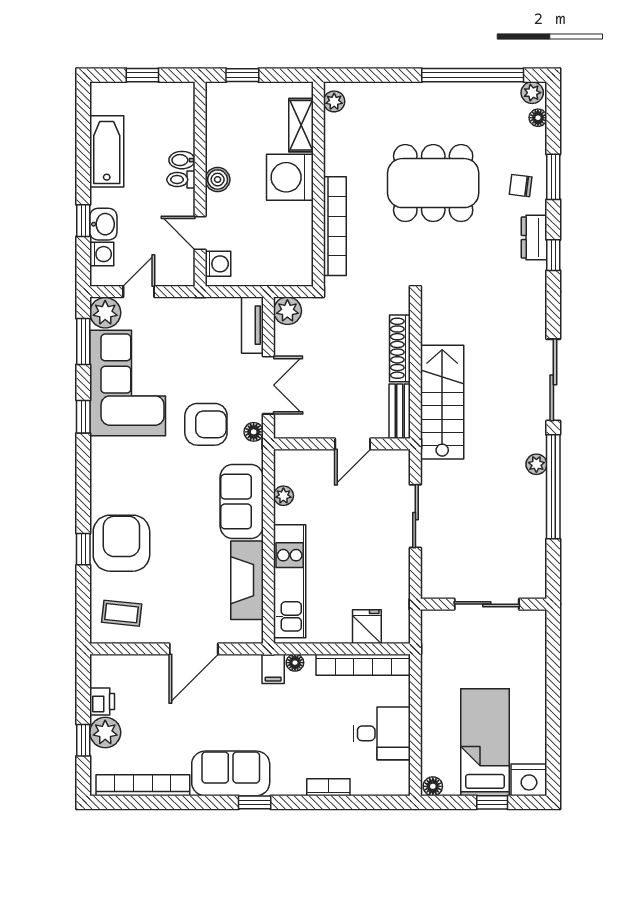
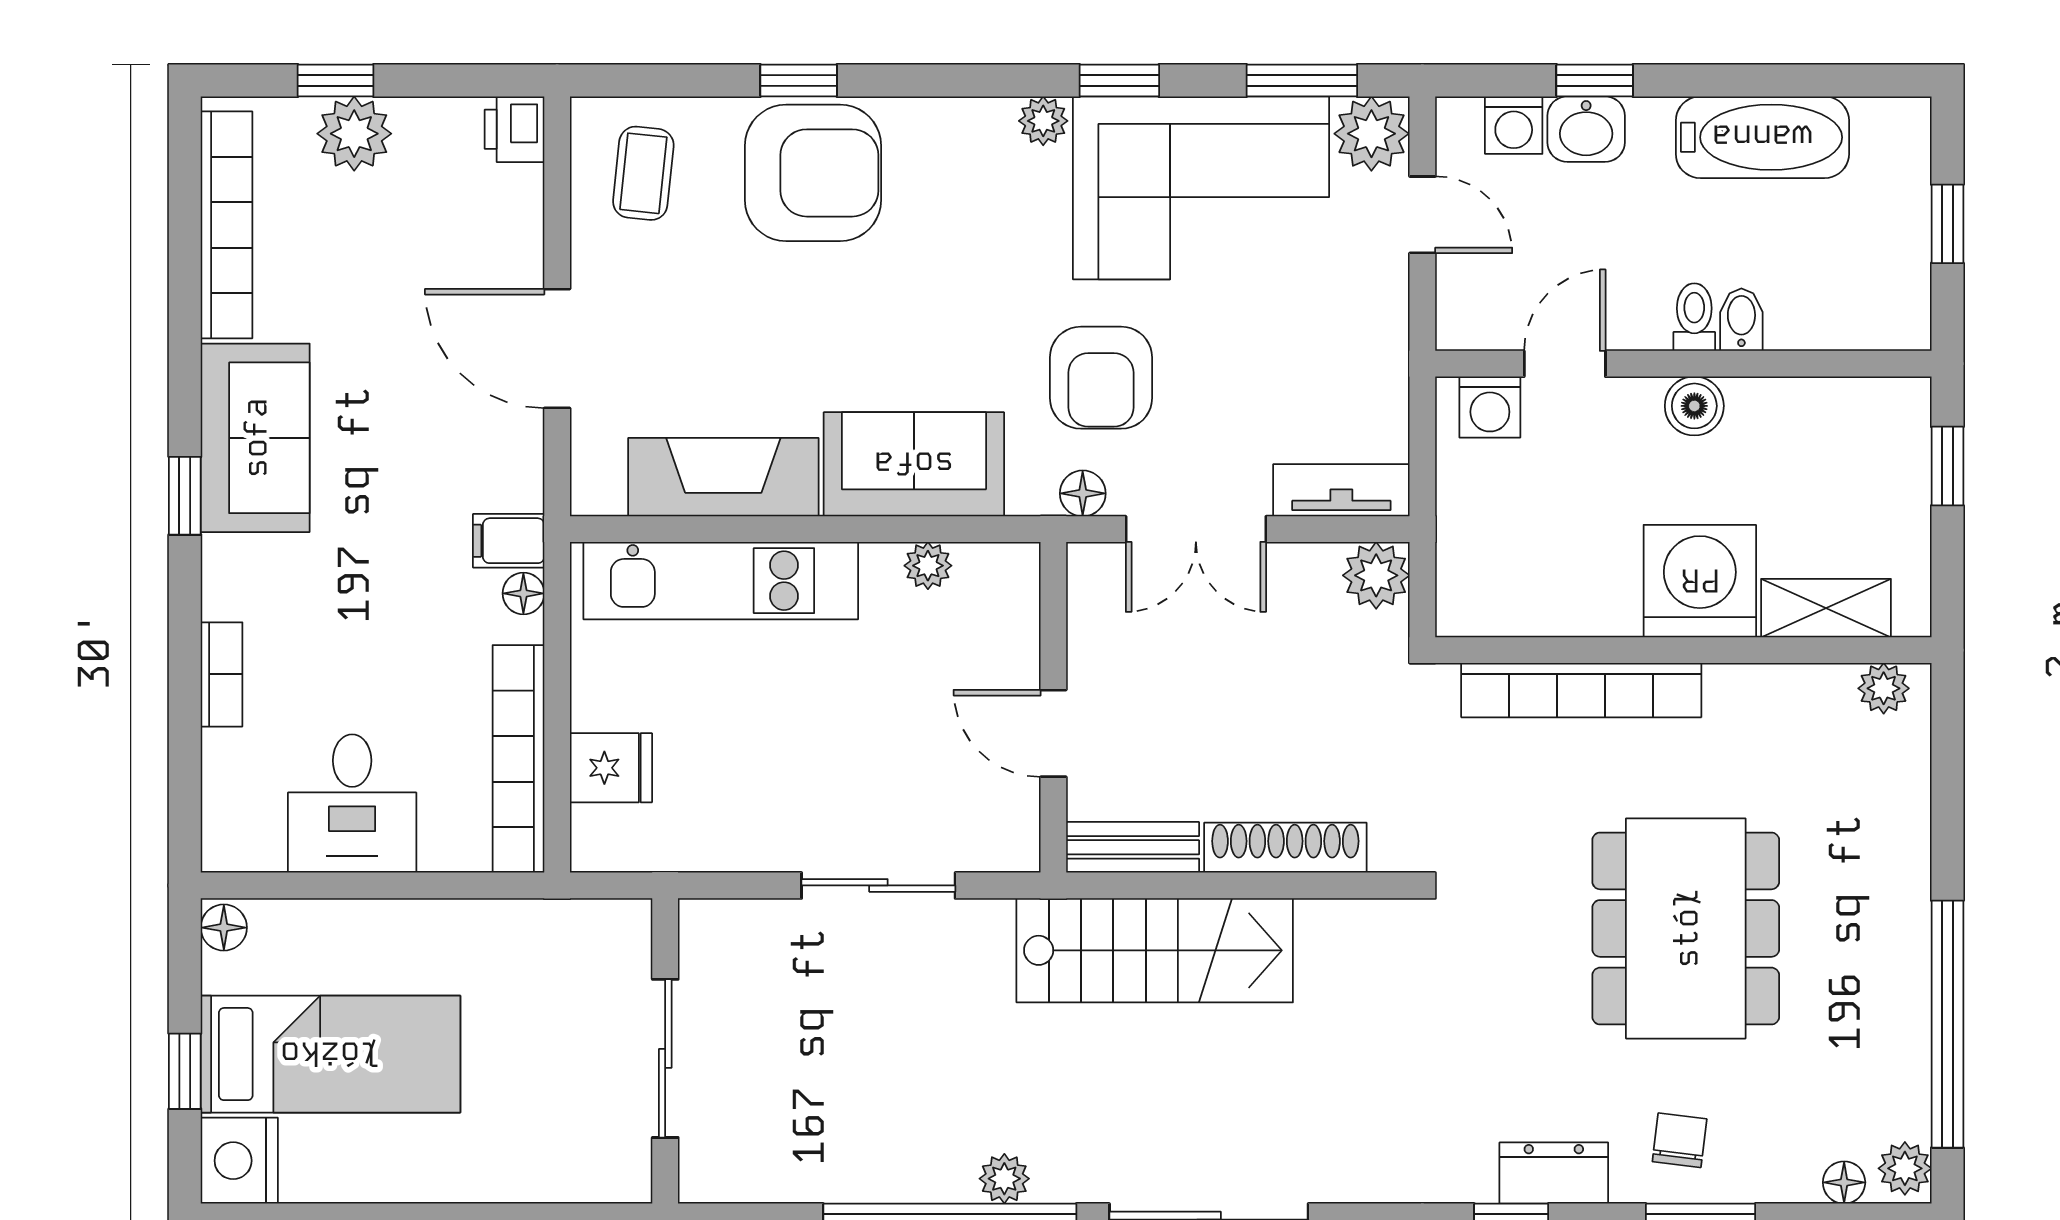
plant: (100, 448) -> (1043, 121), added
printer: (102, 701) -> (514, 129), moved, turned 90

